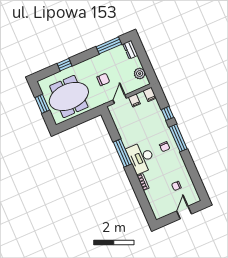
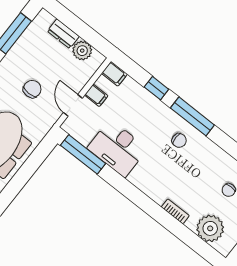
dresser: (130, 50) -> (63, 34), moved
window: (122, 153) -> (83, 154), moved
desk: (141, 158) -> (117, 148), moved
plant: (156, 201) -> (210, 228), added

